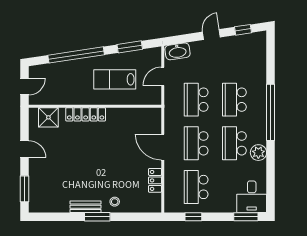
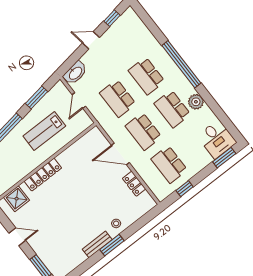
door: (211, 35) -> (91, 40), hinge flipped

